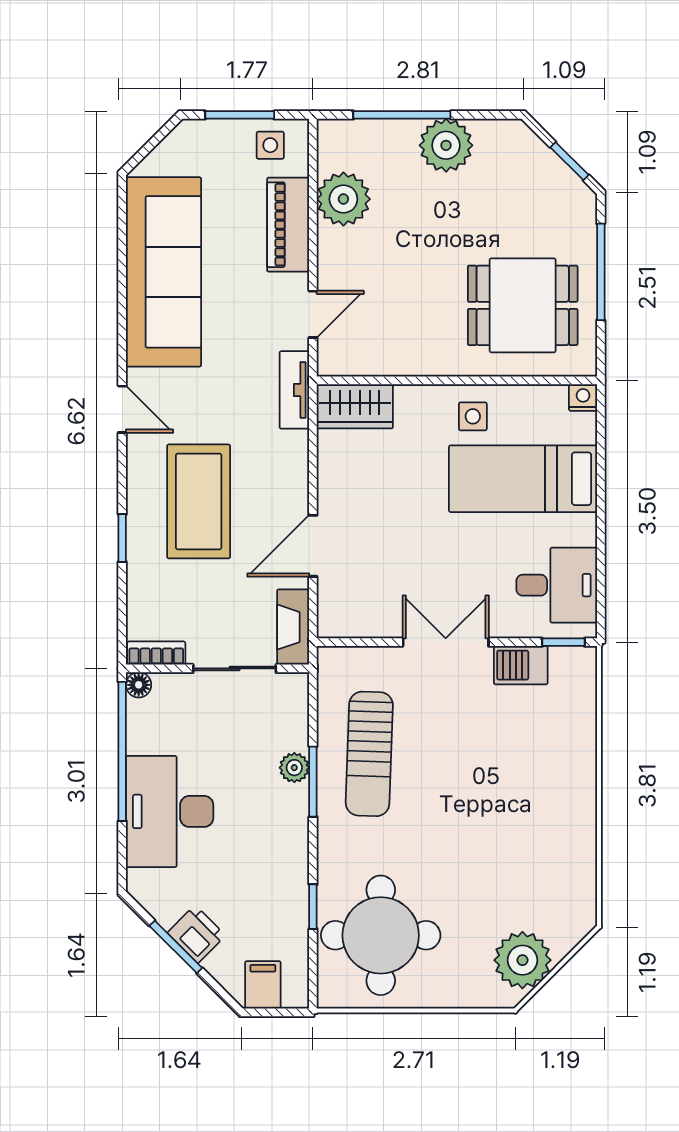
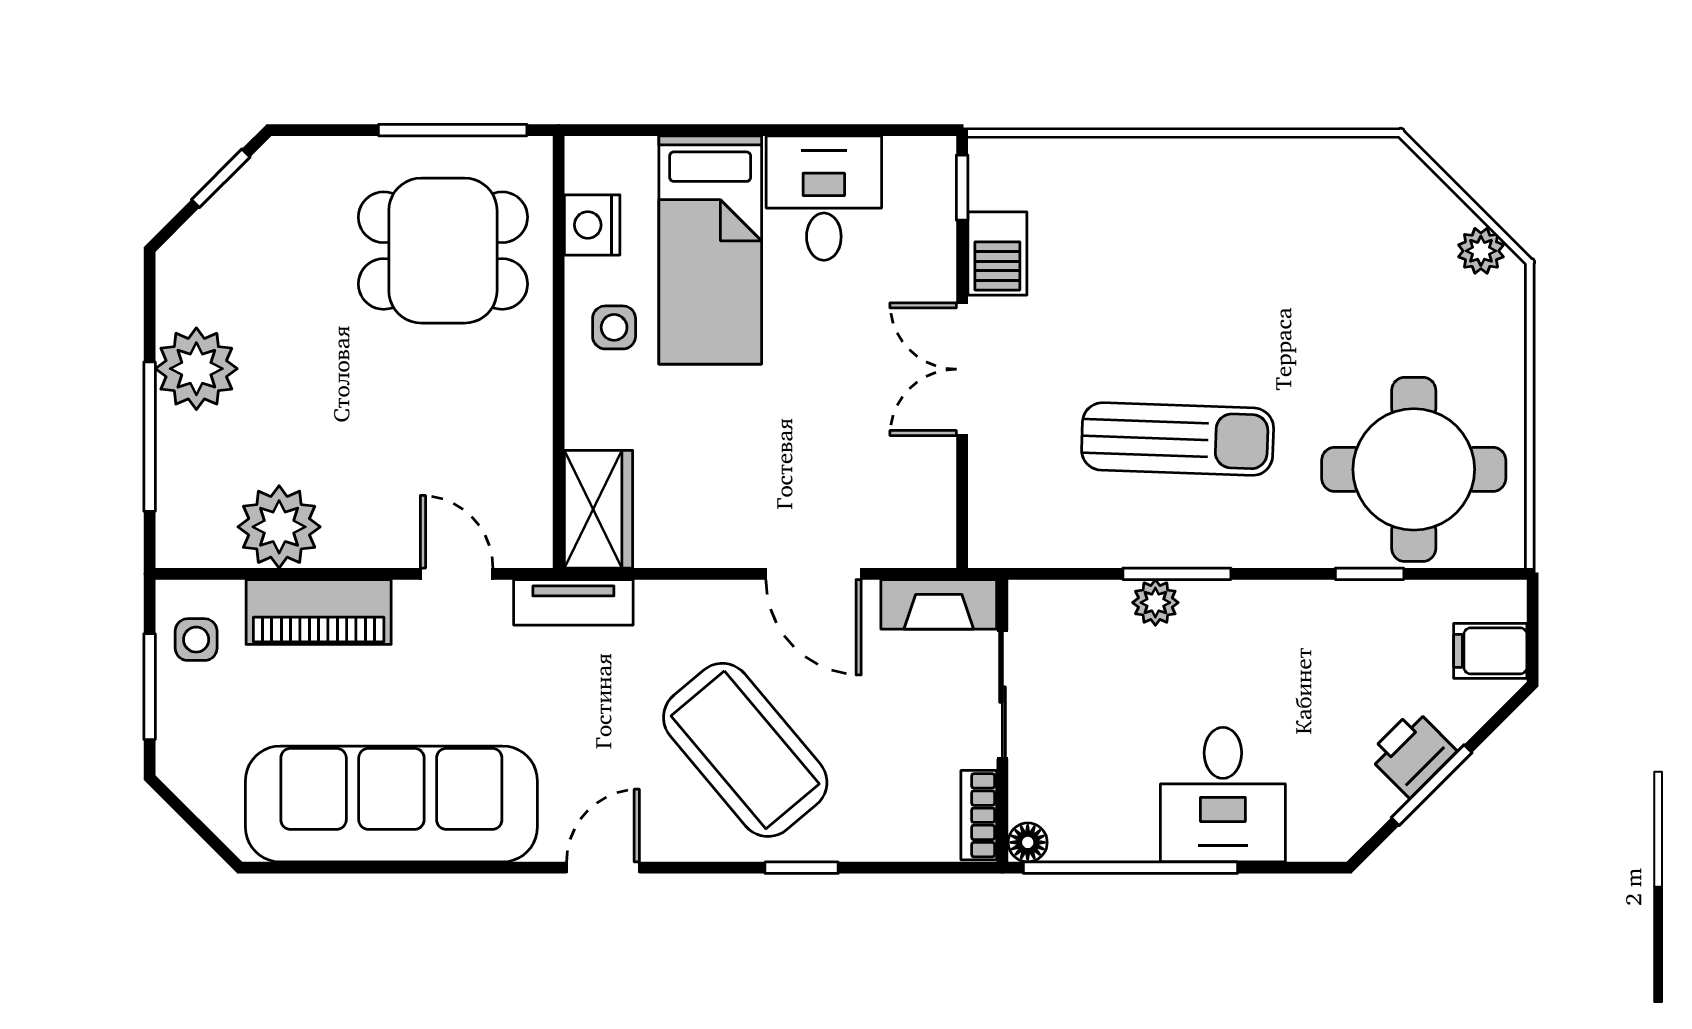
window: (601, 272) -> (453, 130), moved
dining table: (523, 305) -> (443, 251), turned 90
nightstand: (583, 398) -> (592, 225), moved, width x1.39, depth x1.35
coffee table: (199, 501) -> (745, 750), turned 50
desk: (557, 585) -> (824, 198), moved
sun lounger: (369, 754) -> (1178, 439), moved
desk: (170, 811) -> (1223, 795), width x0.73
plant: (522, 960) -> (1481, 251), width x0.53, depth x0.53

